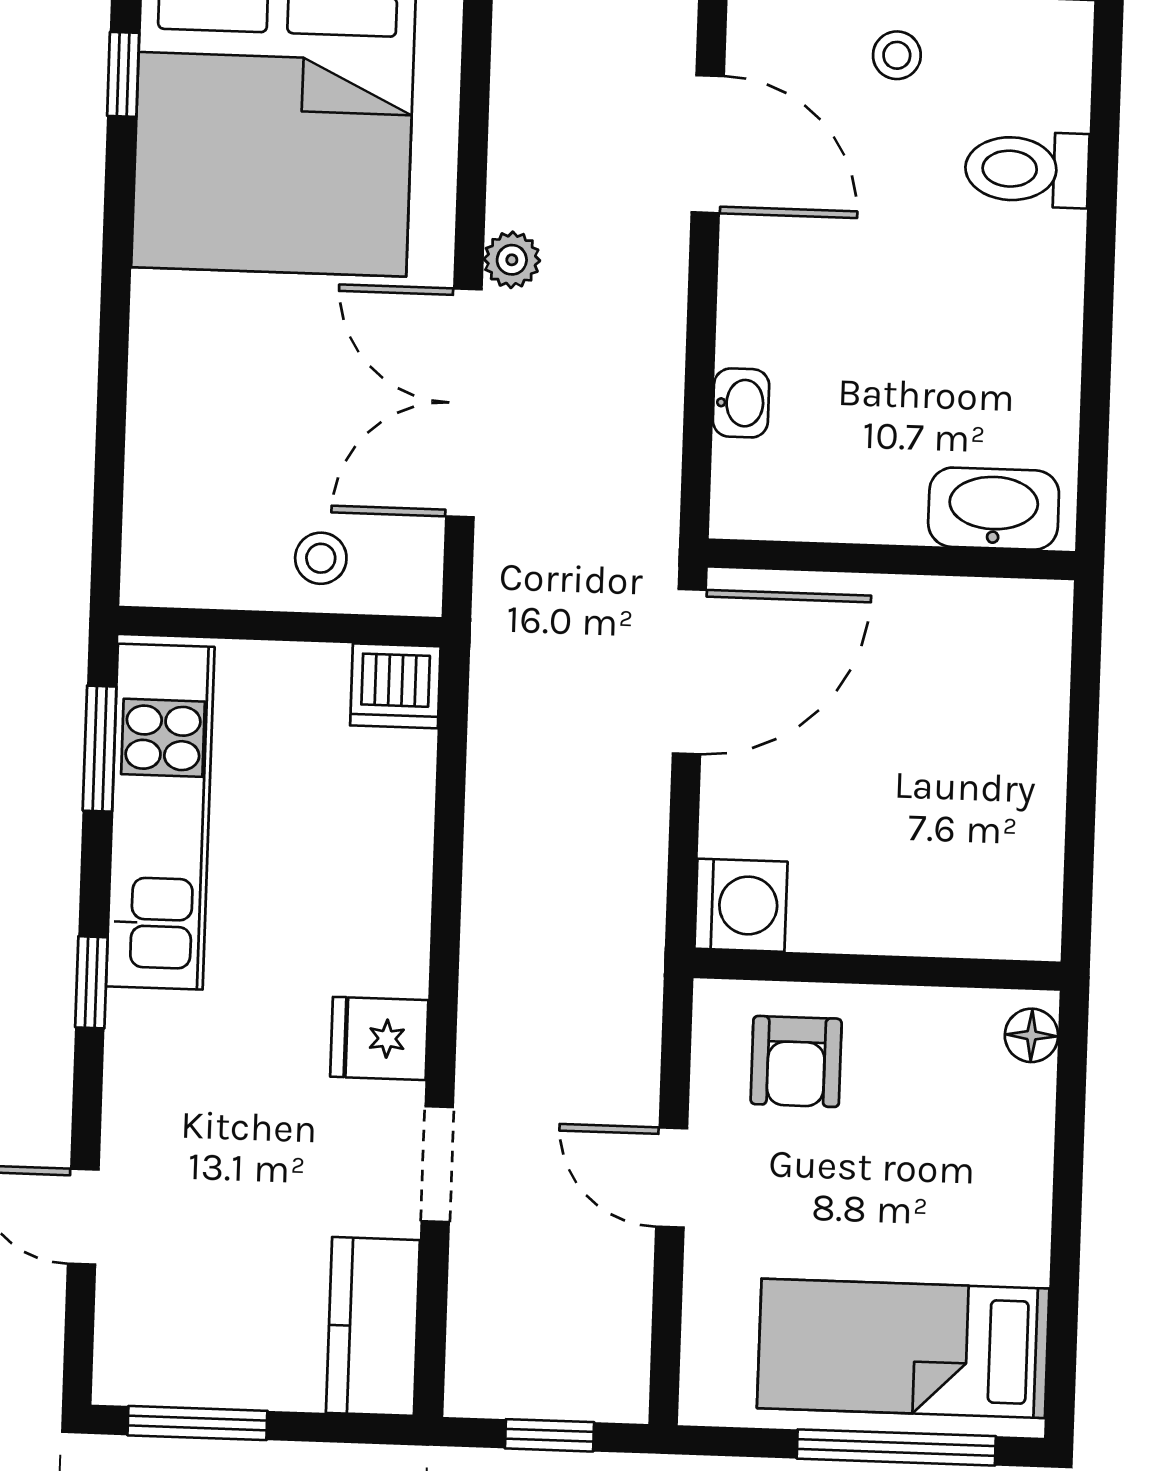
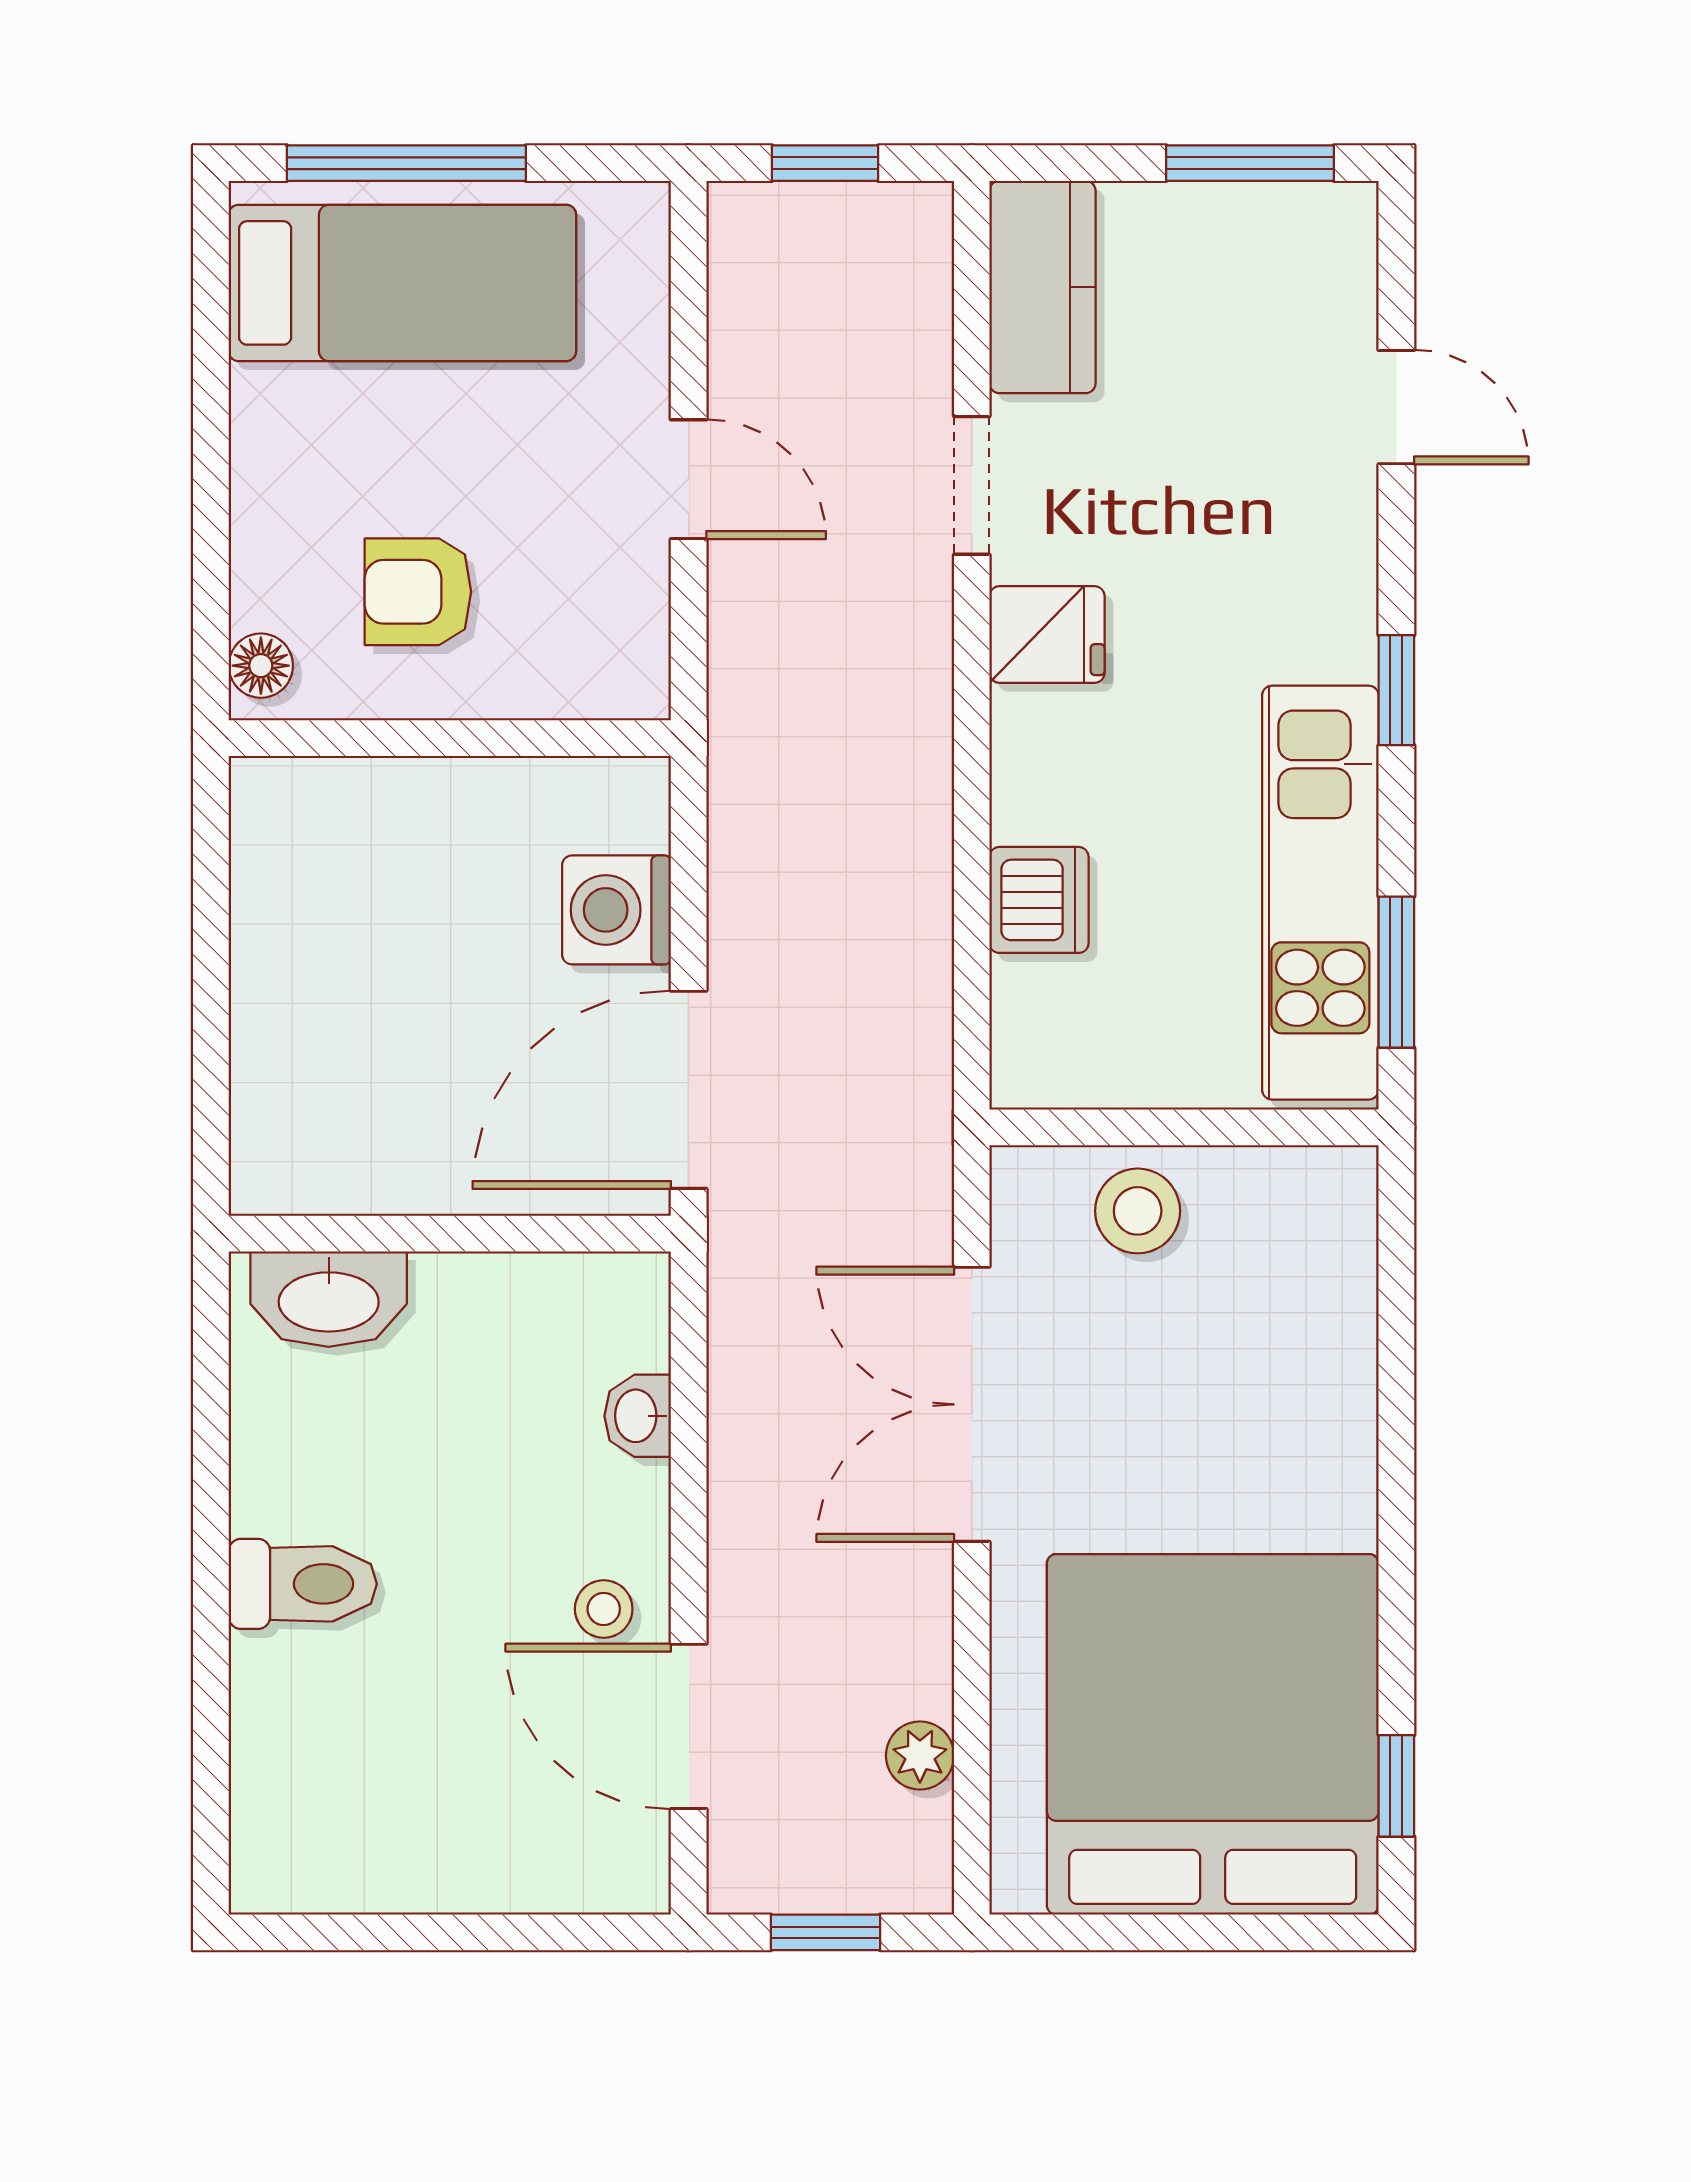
stool: (897, 55) -> (604, 1609), moved
toilet: (1027, 169) -> (303, 1584), moved
plant: (512, 260) -> (920, 1756), moved
double door: (464, 403) -> (972, 1404), swing flipped
stool: (321, 558) -> (1138, 1211), width x1.37, depth x1.37
dishwasher: (395, 686) -> (1039, 900), moved, turned 90
washing machine: (741, 905) -> (617, 910), moved
armchair: (796, 1061) -> (418, 592), moved, turned -90

